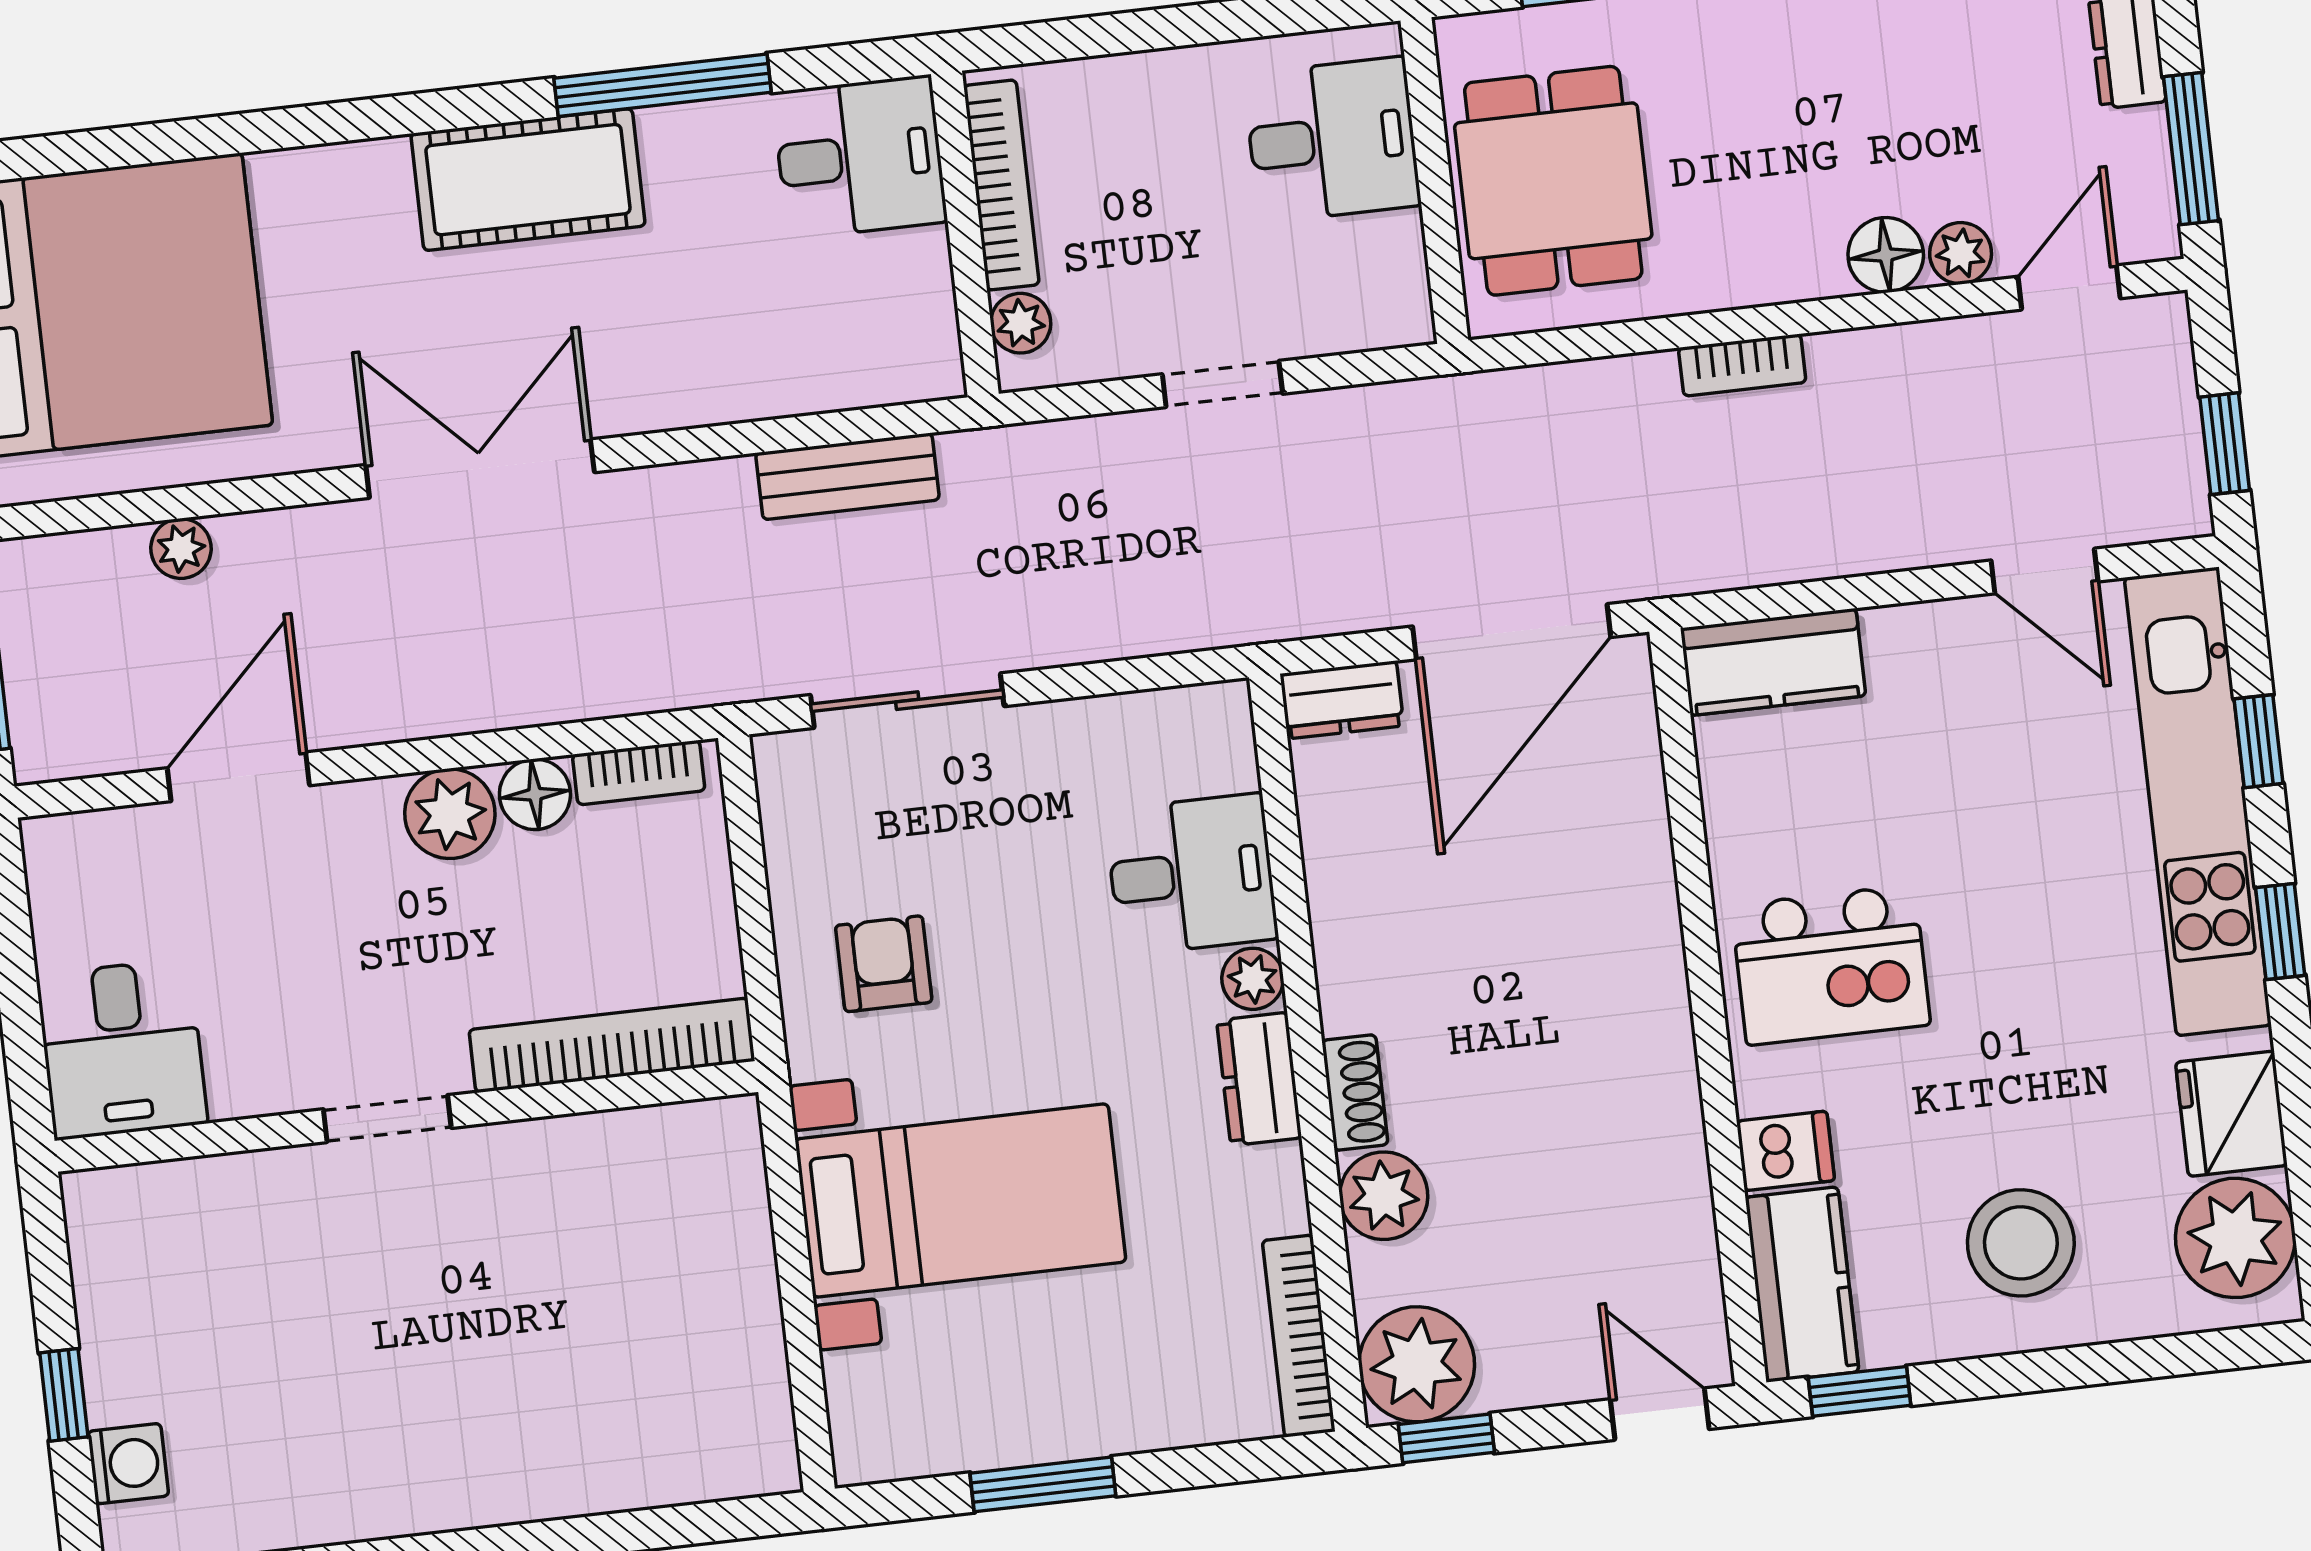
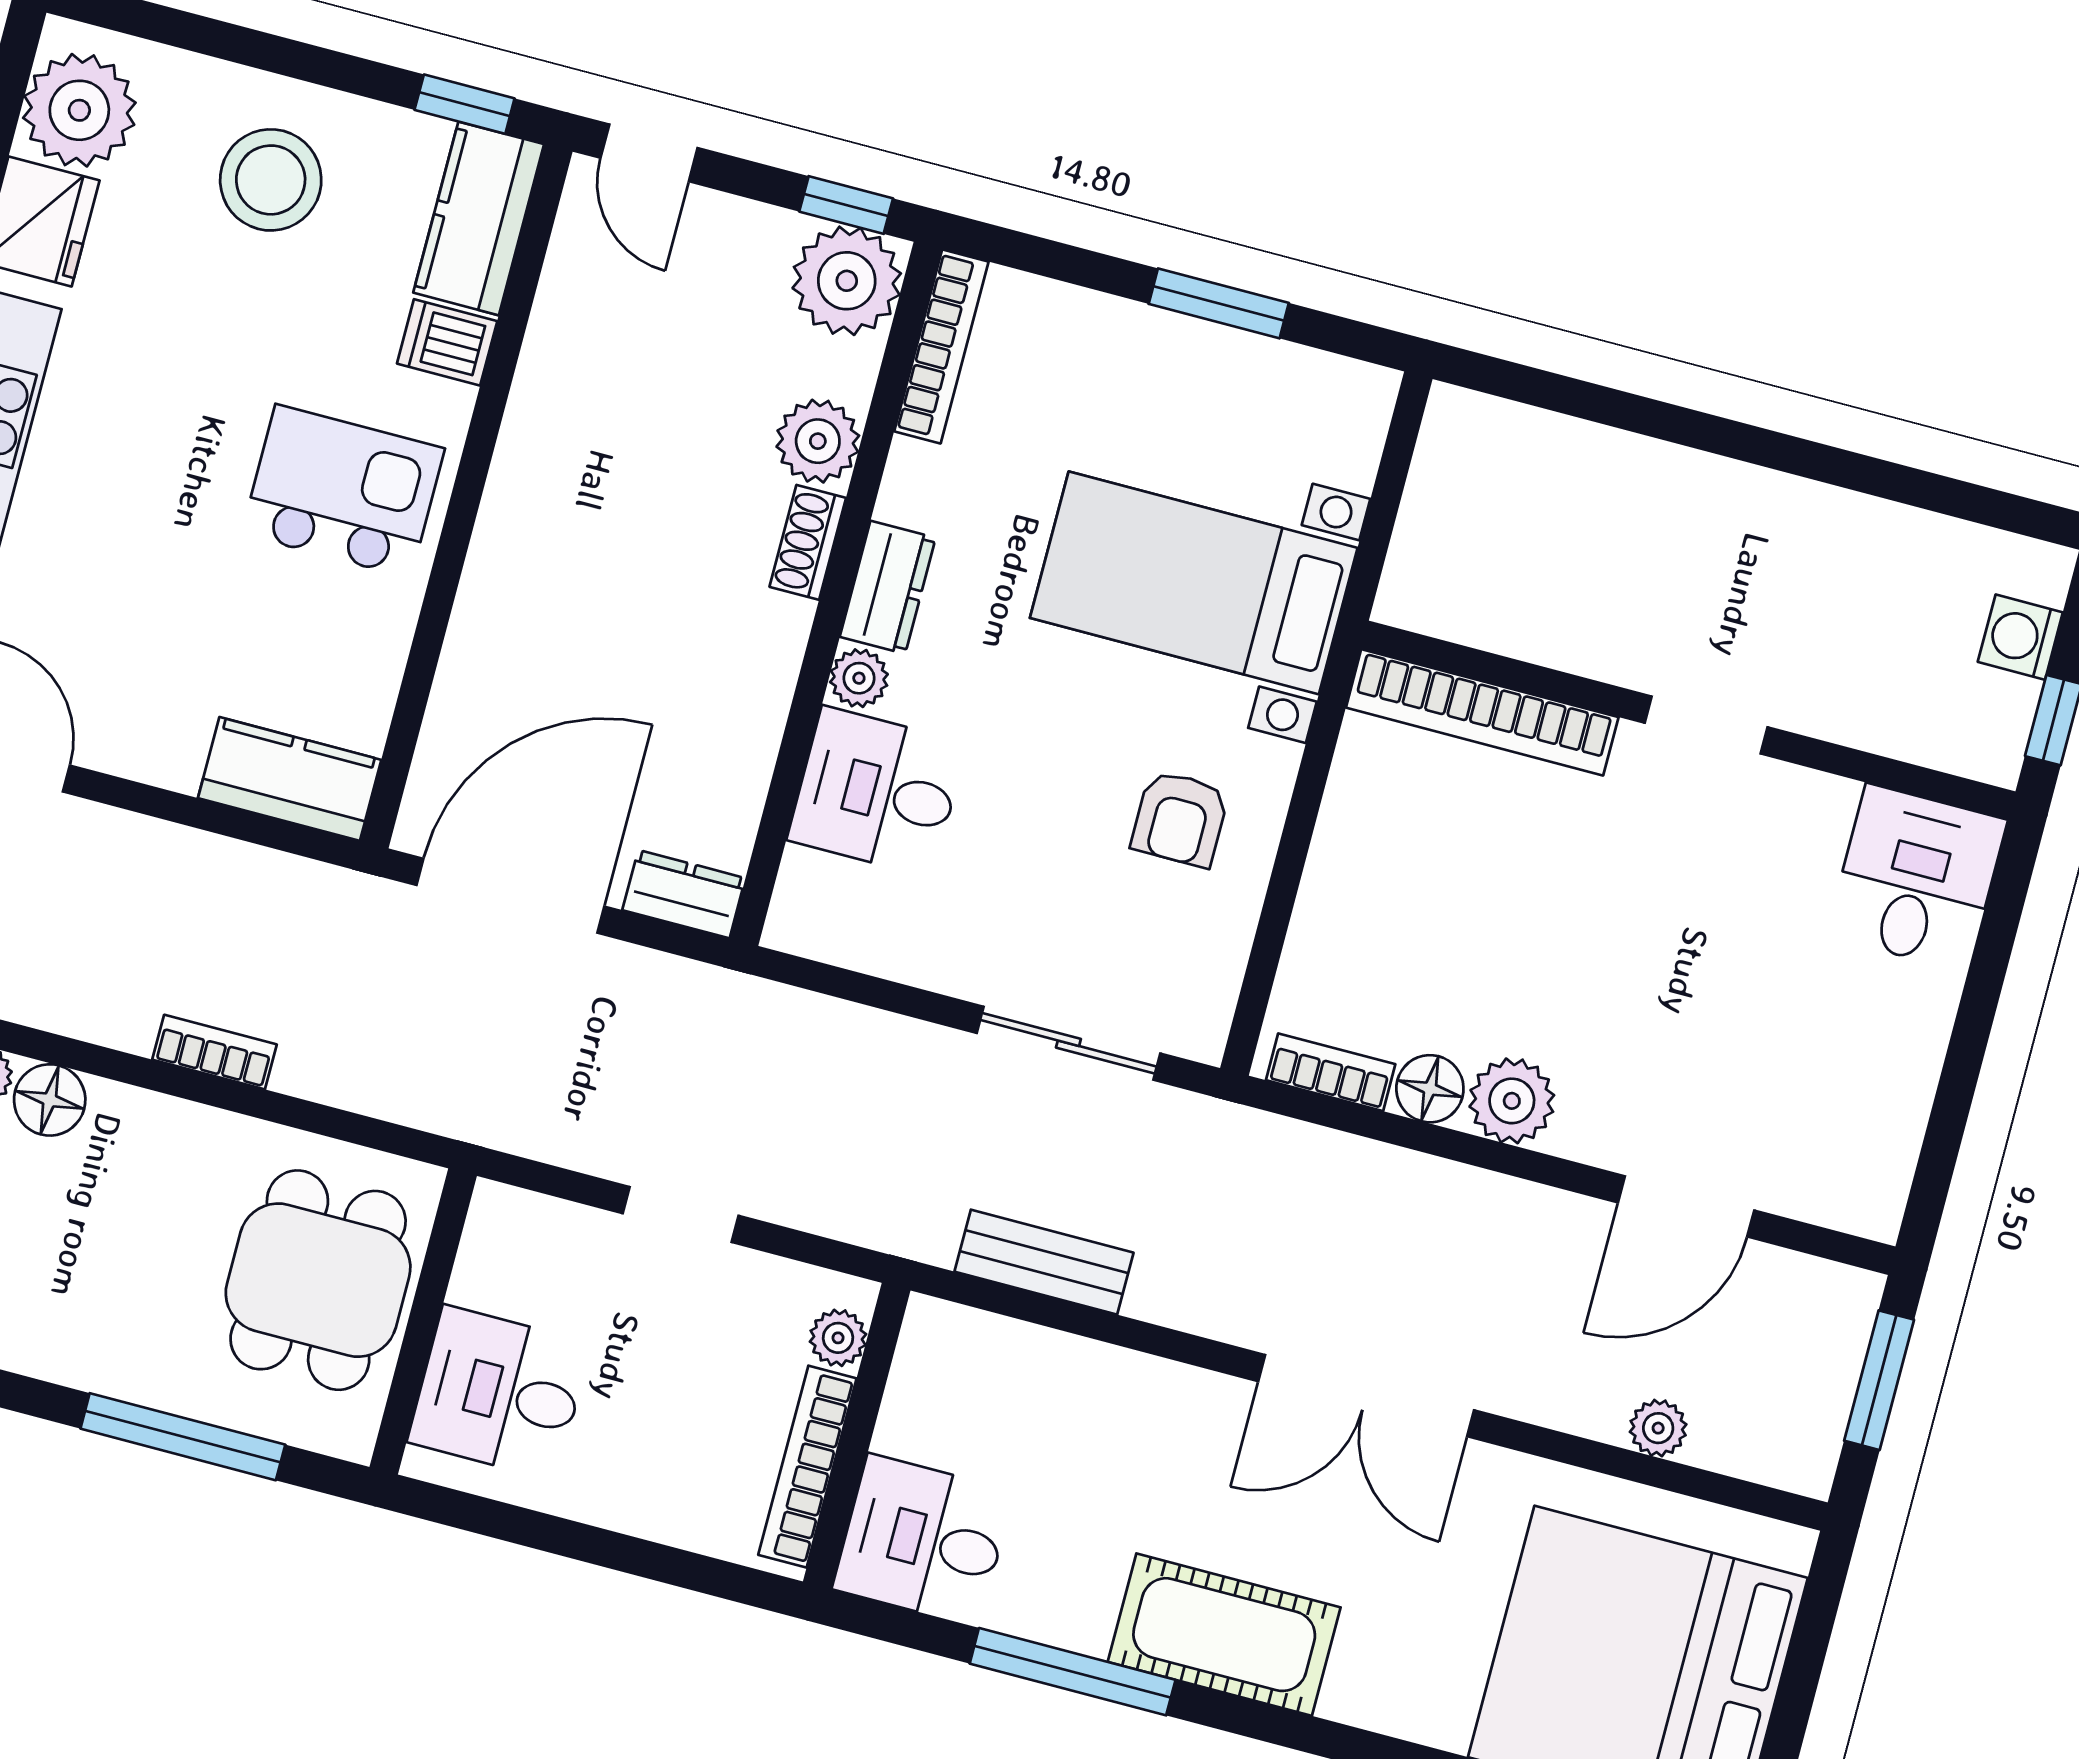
bookcase: (612, 1045) -> (1482, 712), moved
desk: (122, 1049) -> (1917, 878), moved
wall: (406, 1116) -> (1688, 720), moved
doorway: (387, 1119) -> (1706, 725), moved

